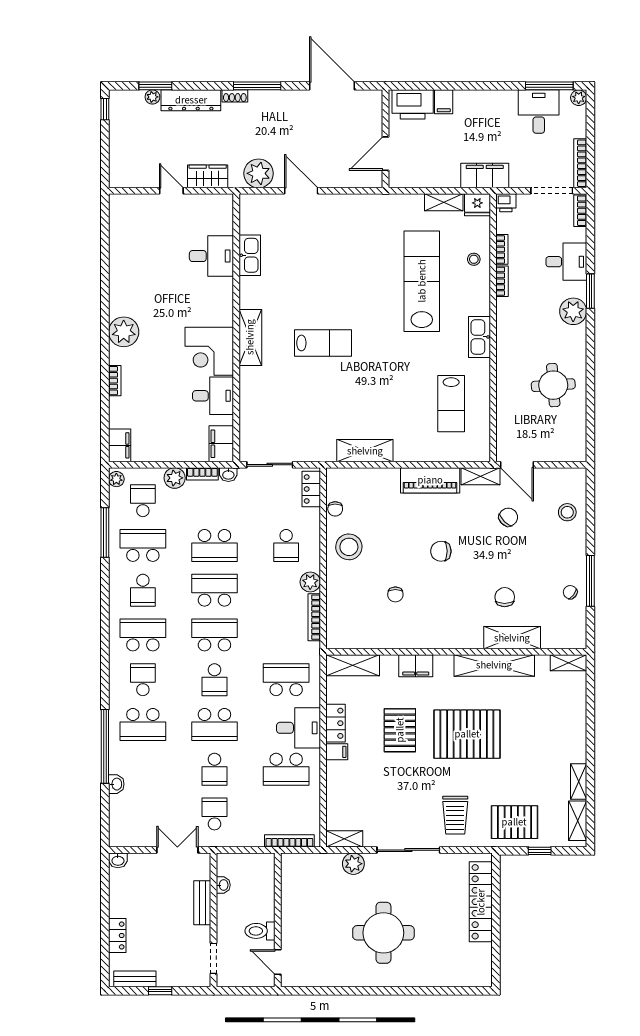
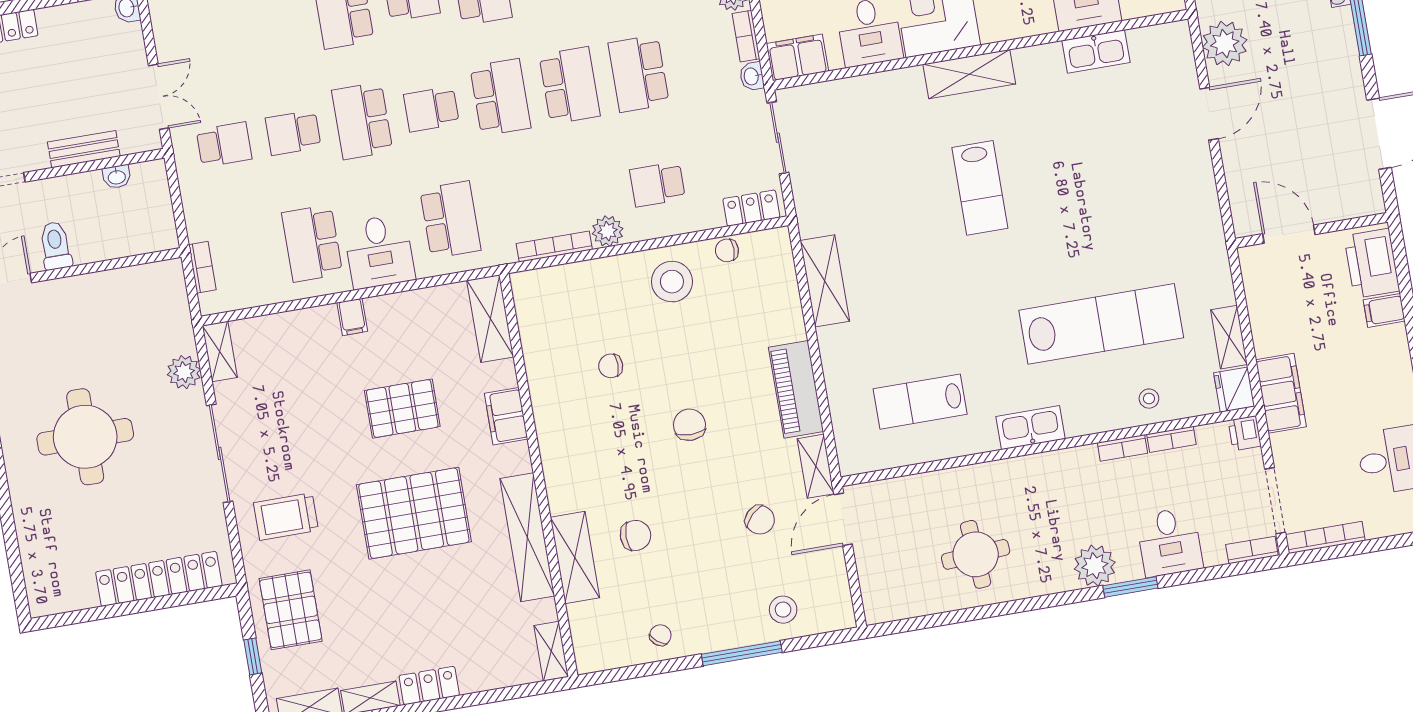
window: (590, 581) -> (742, 653), moved
locker: (336, 723) -> (429, 685), moved, turned 180
pallet: (467, 734) -> (414, 513), turned 90
bookcase: (289, 841) -> (202, 267), width x0.64

